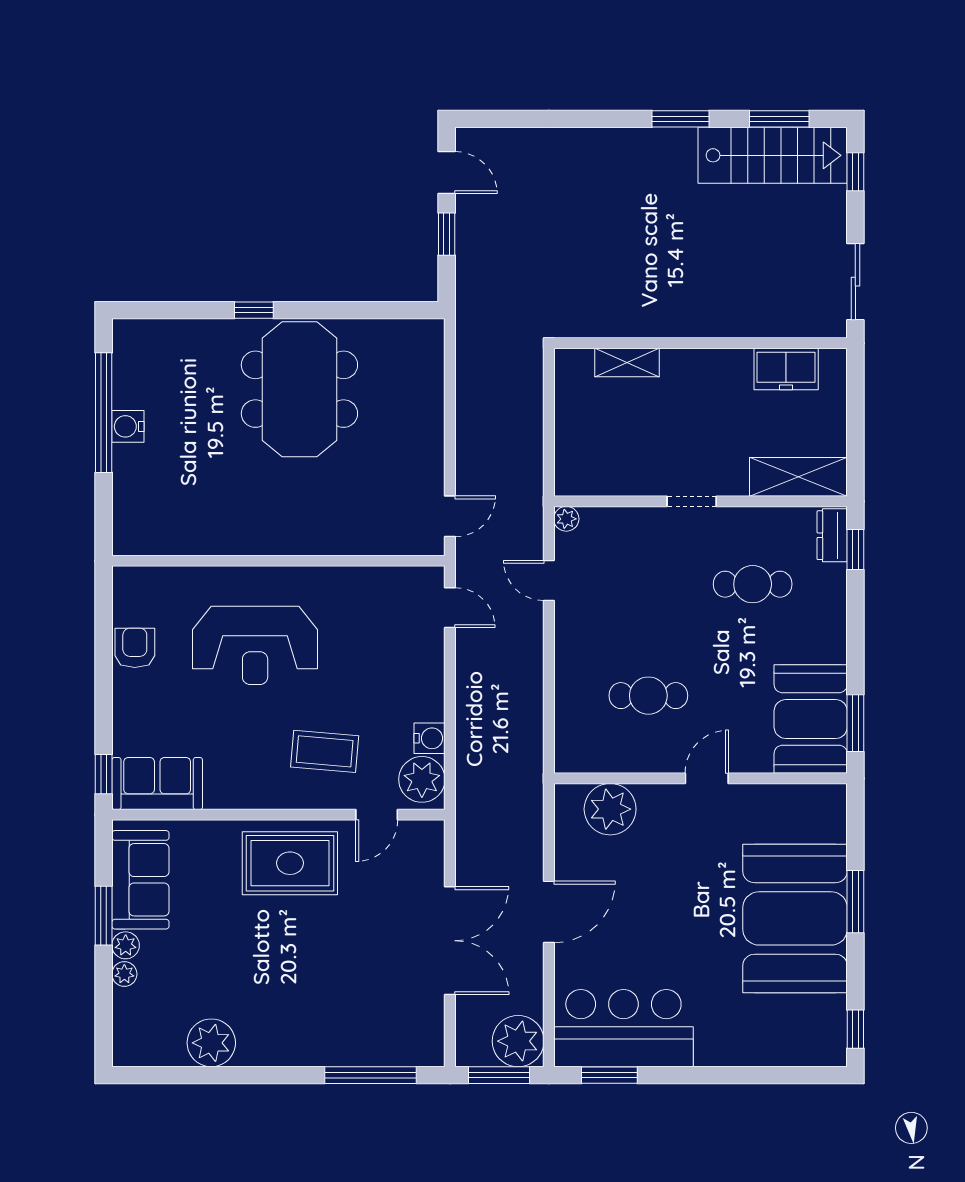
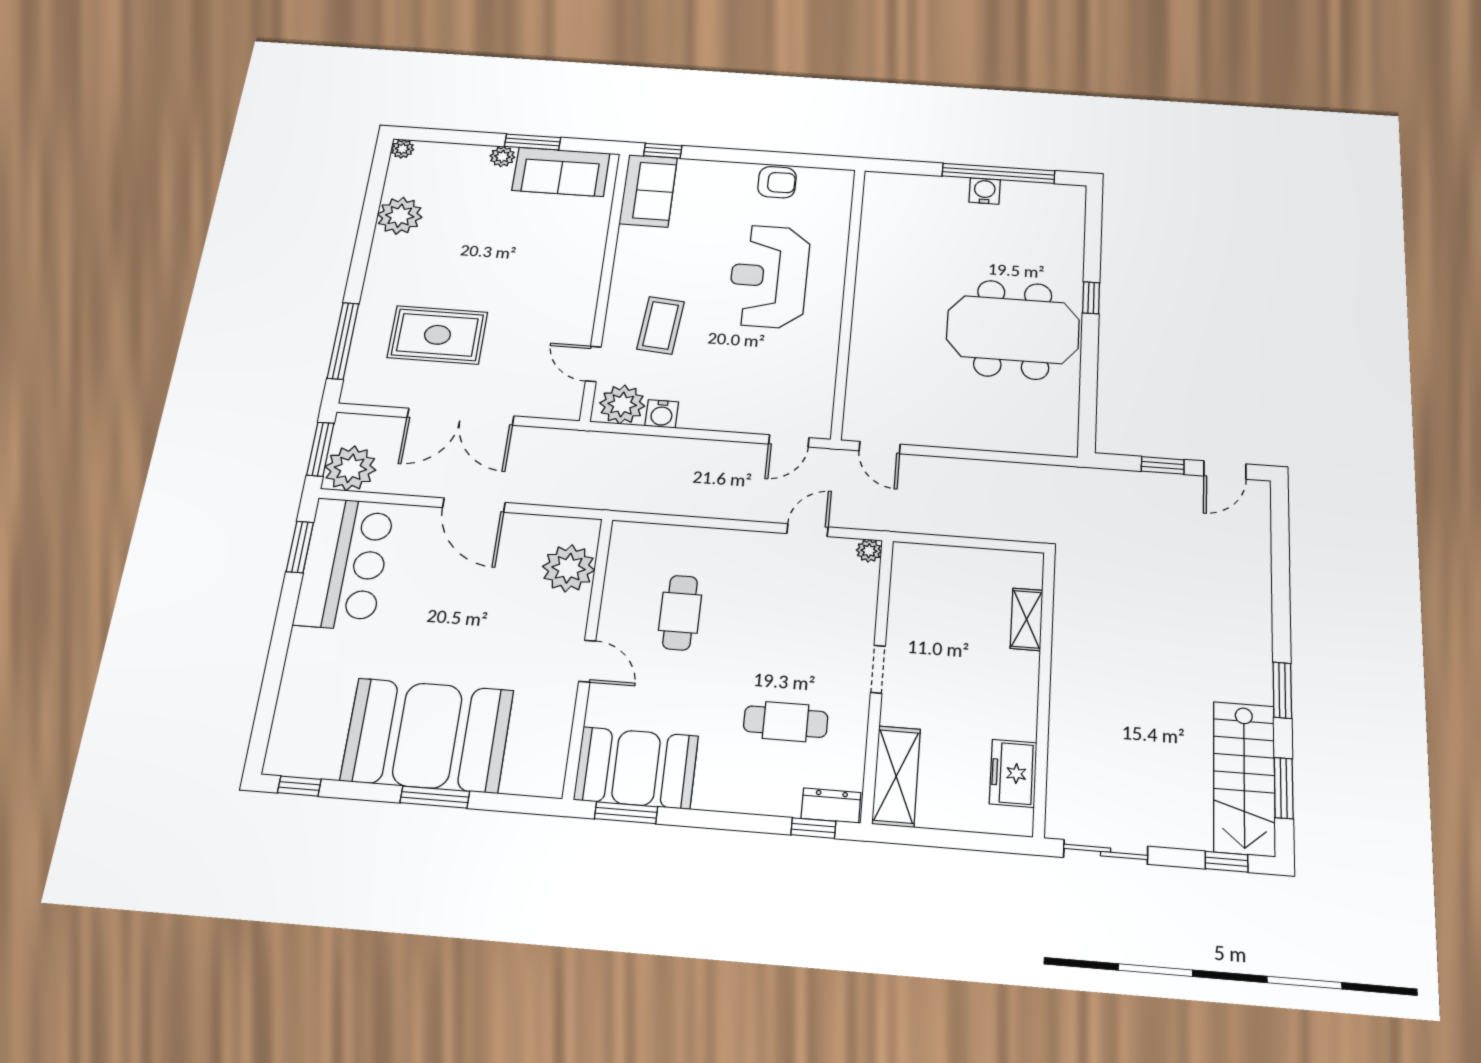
cafe table: (753, 584) -> (786, 722), turned 90
rug: (290, 863) -> (437, 335), moved, turned 90
plant: (124, 974) -> (402, 149), moved

